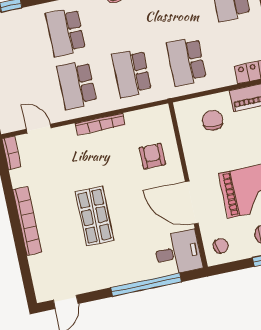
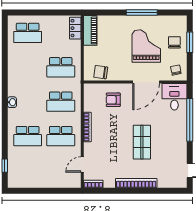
chair: (213, 120) -> (101, 72), moved
shop shelf: (95, 216) -> (142, 142), turned 90

